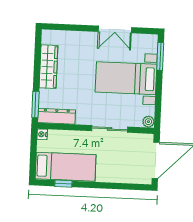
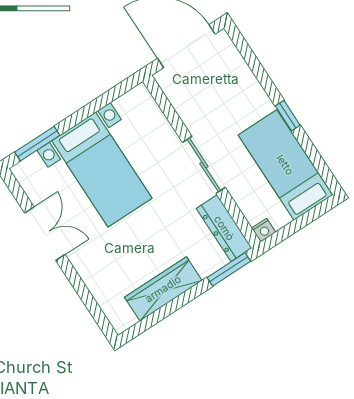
plant: (148, 122) -> (140, 95), removed
sliding door: (110, 129) -> (204, 165), moved
window: (63, 184) -> (288, 116), moved

